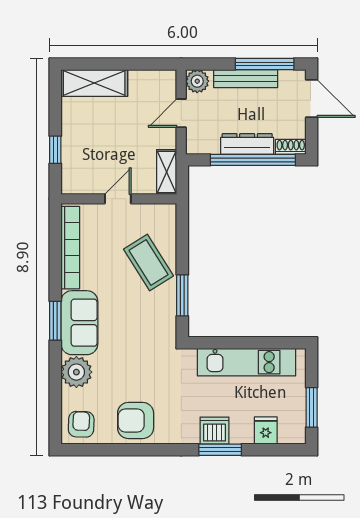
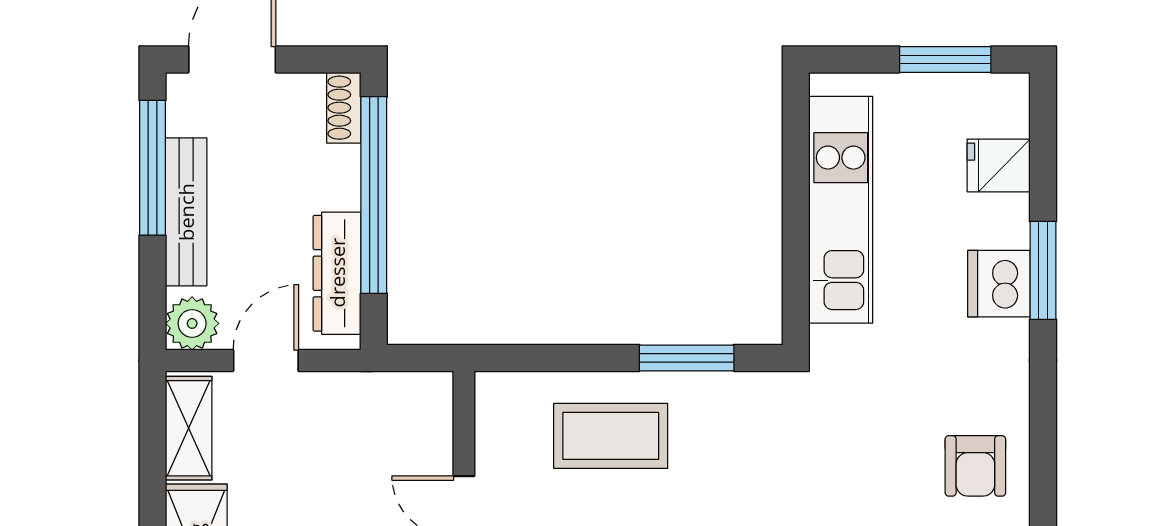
door: (181, 113) -> (266, 361), swing flipped
dresser: (247, 144) -> (337, 273), moved
shelving: (167, 172) -> (189, 428), moved, turned 90
coffee table: (149, 263) -> (611, 436), turned 32
armchair: (136, 420) -> (975, 466), width x0.72, depth x0.72

